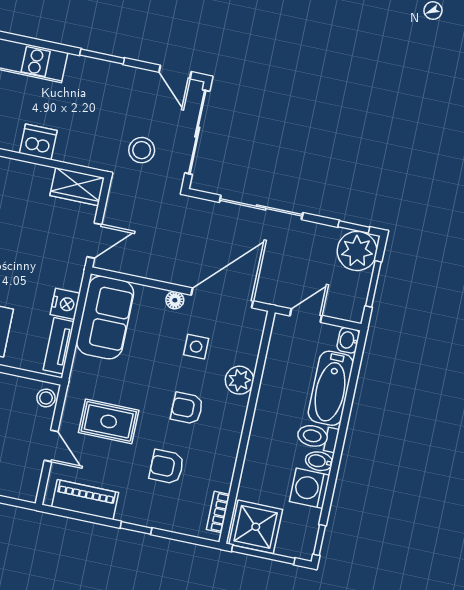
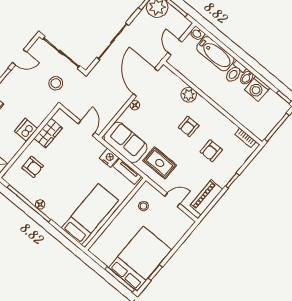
door: (175, 72) -> (20, 57), moved
wardrobe: (77, 187) -> (48, 133), moved
side table: (196, 347) -> (162, 107), removed
stool: (46, 398) -> (143, 206), moved
rug: (109, 421) -> (160, 163), moved, turned 90
shower: (256, 527) -> (262, 124), removed

